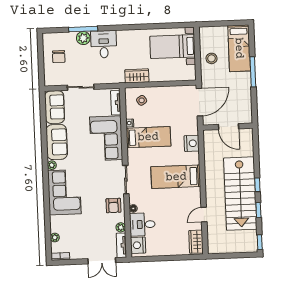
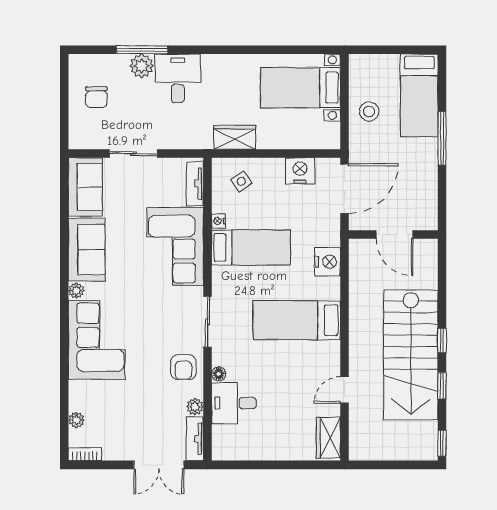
nightstand: (138, 245) -> (300, 171), moved, turned 90

